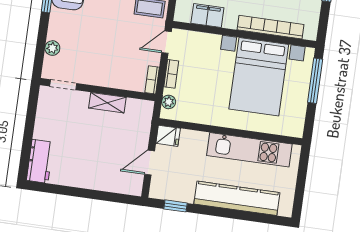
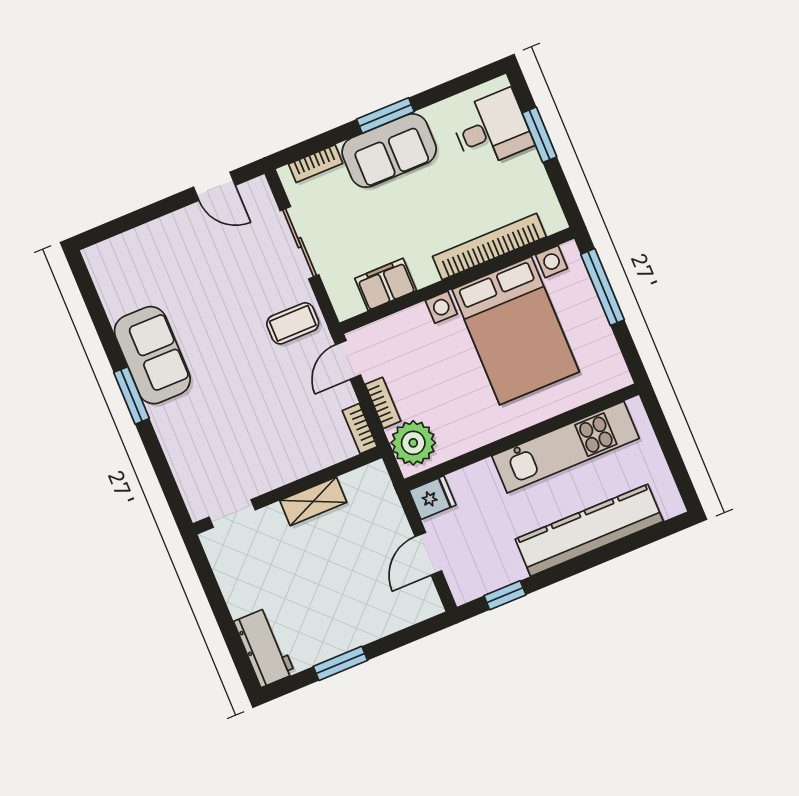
plant: (52, 48) -> (184, 468), removed
plant: (169, 102) -> (413, 443), width x1.88, depth x1.88
window: (73, 192) -> (340, 663), added

